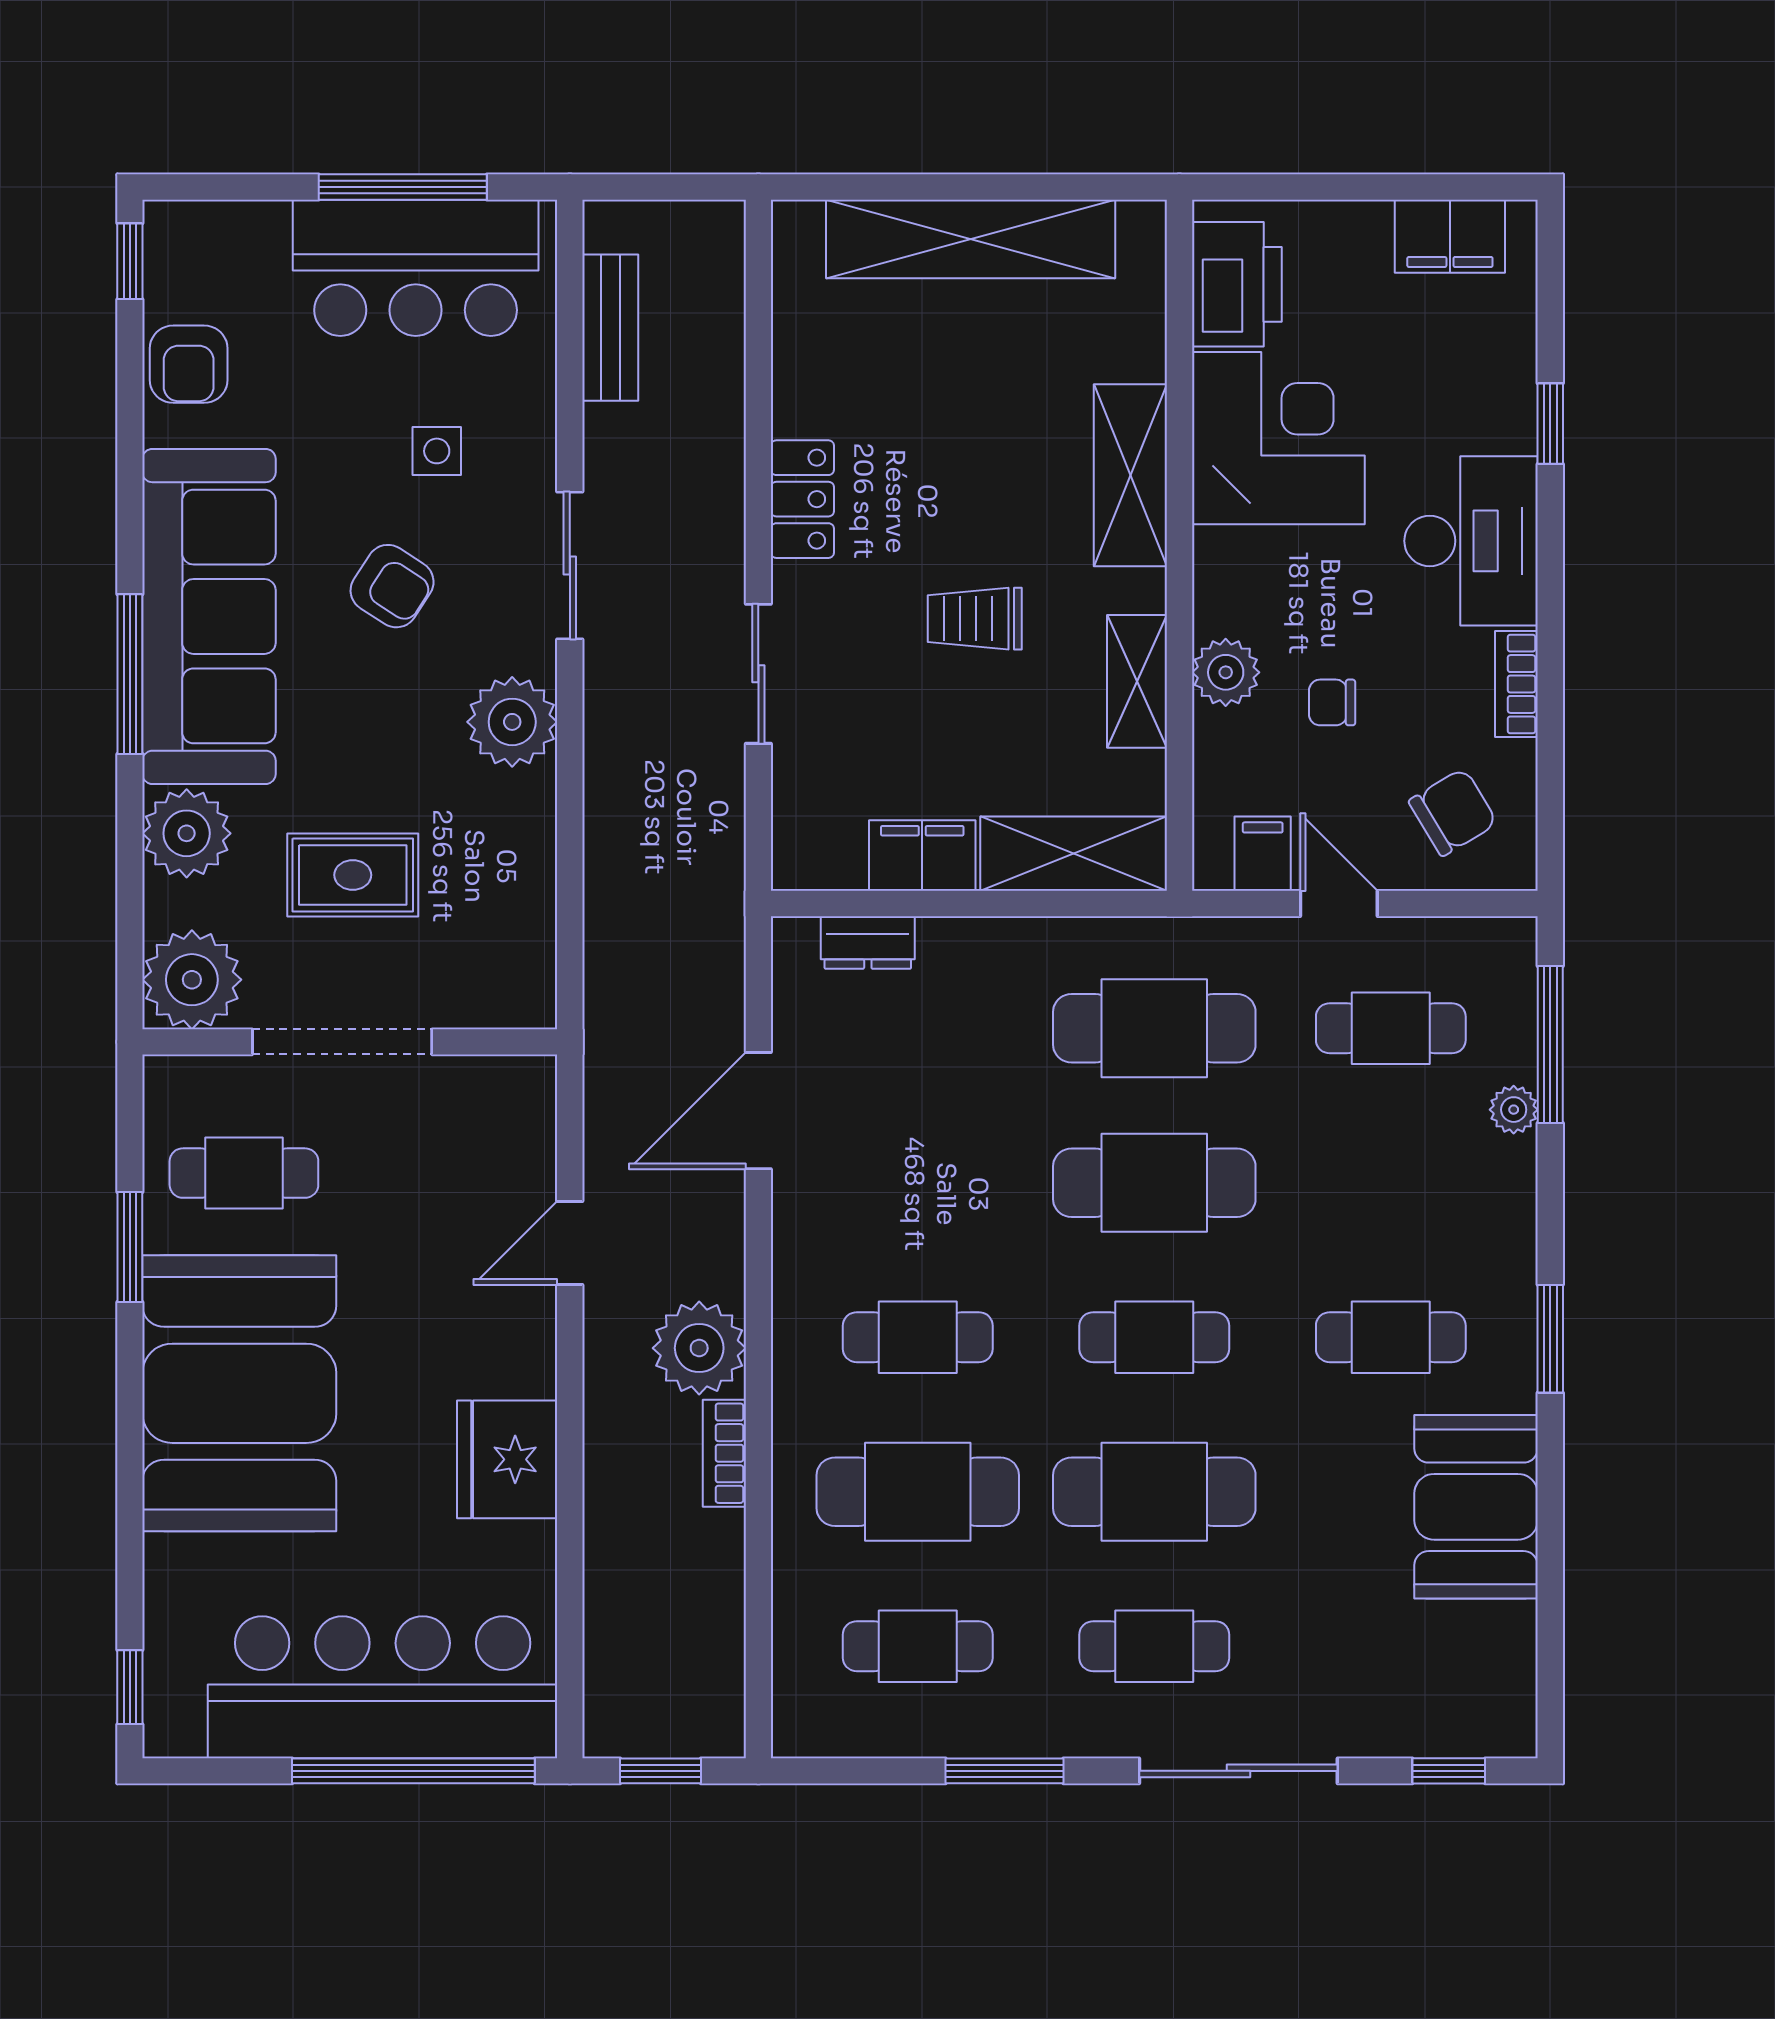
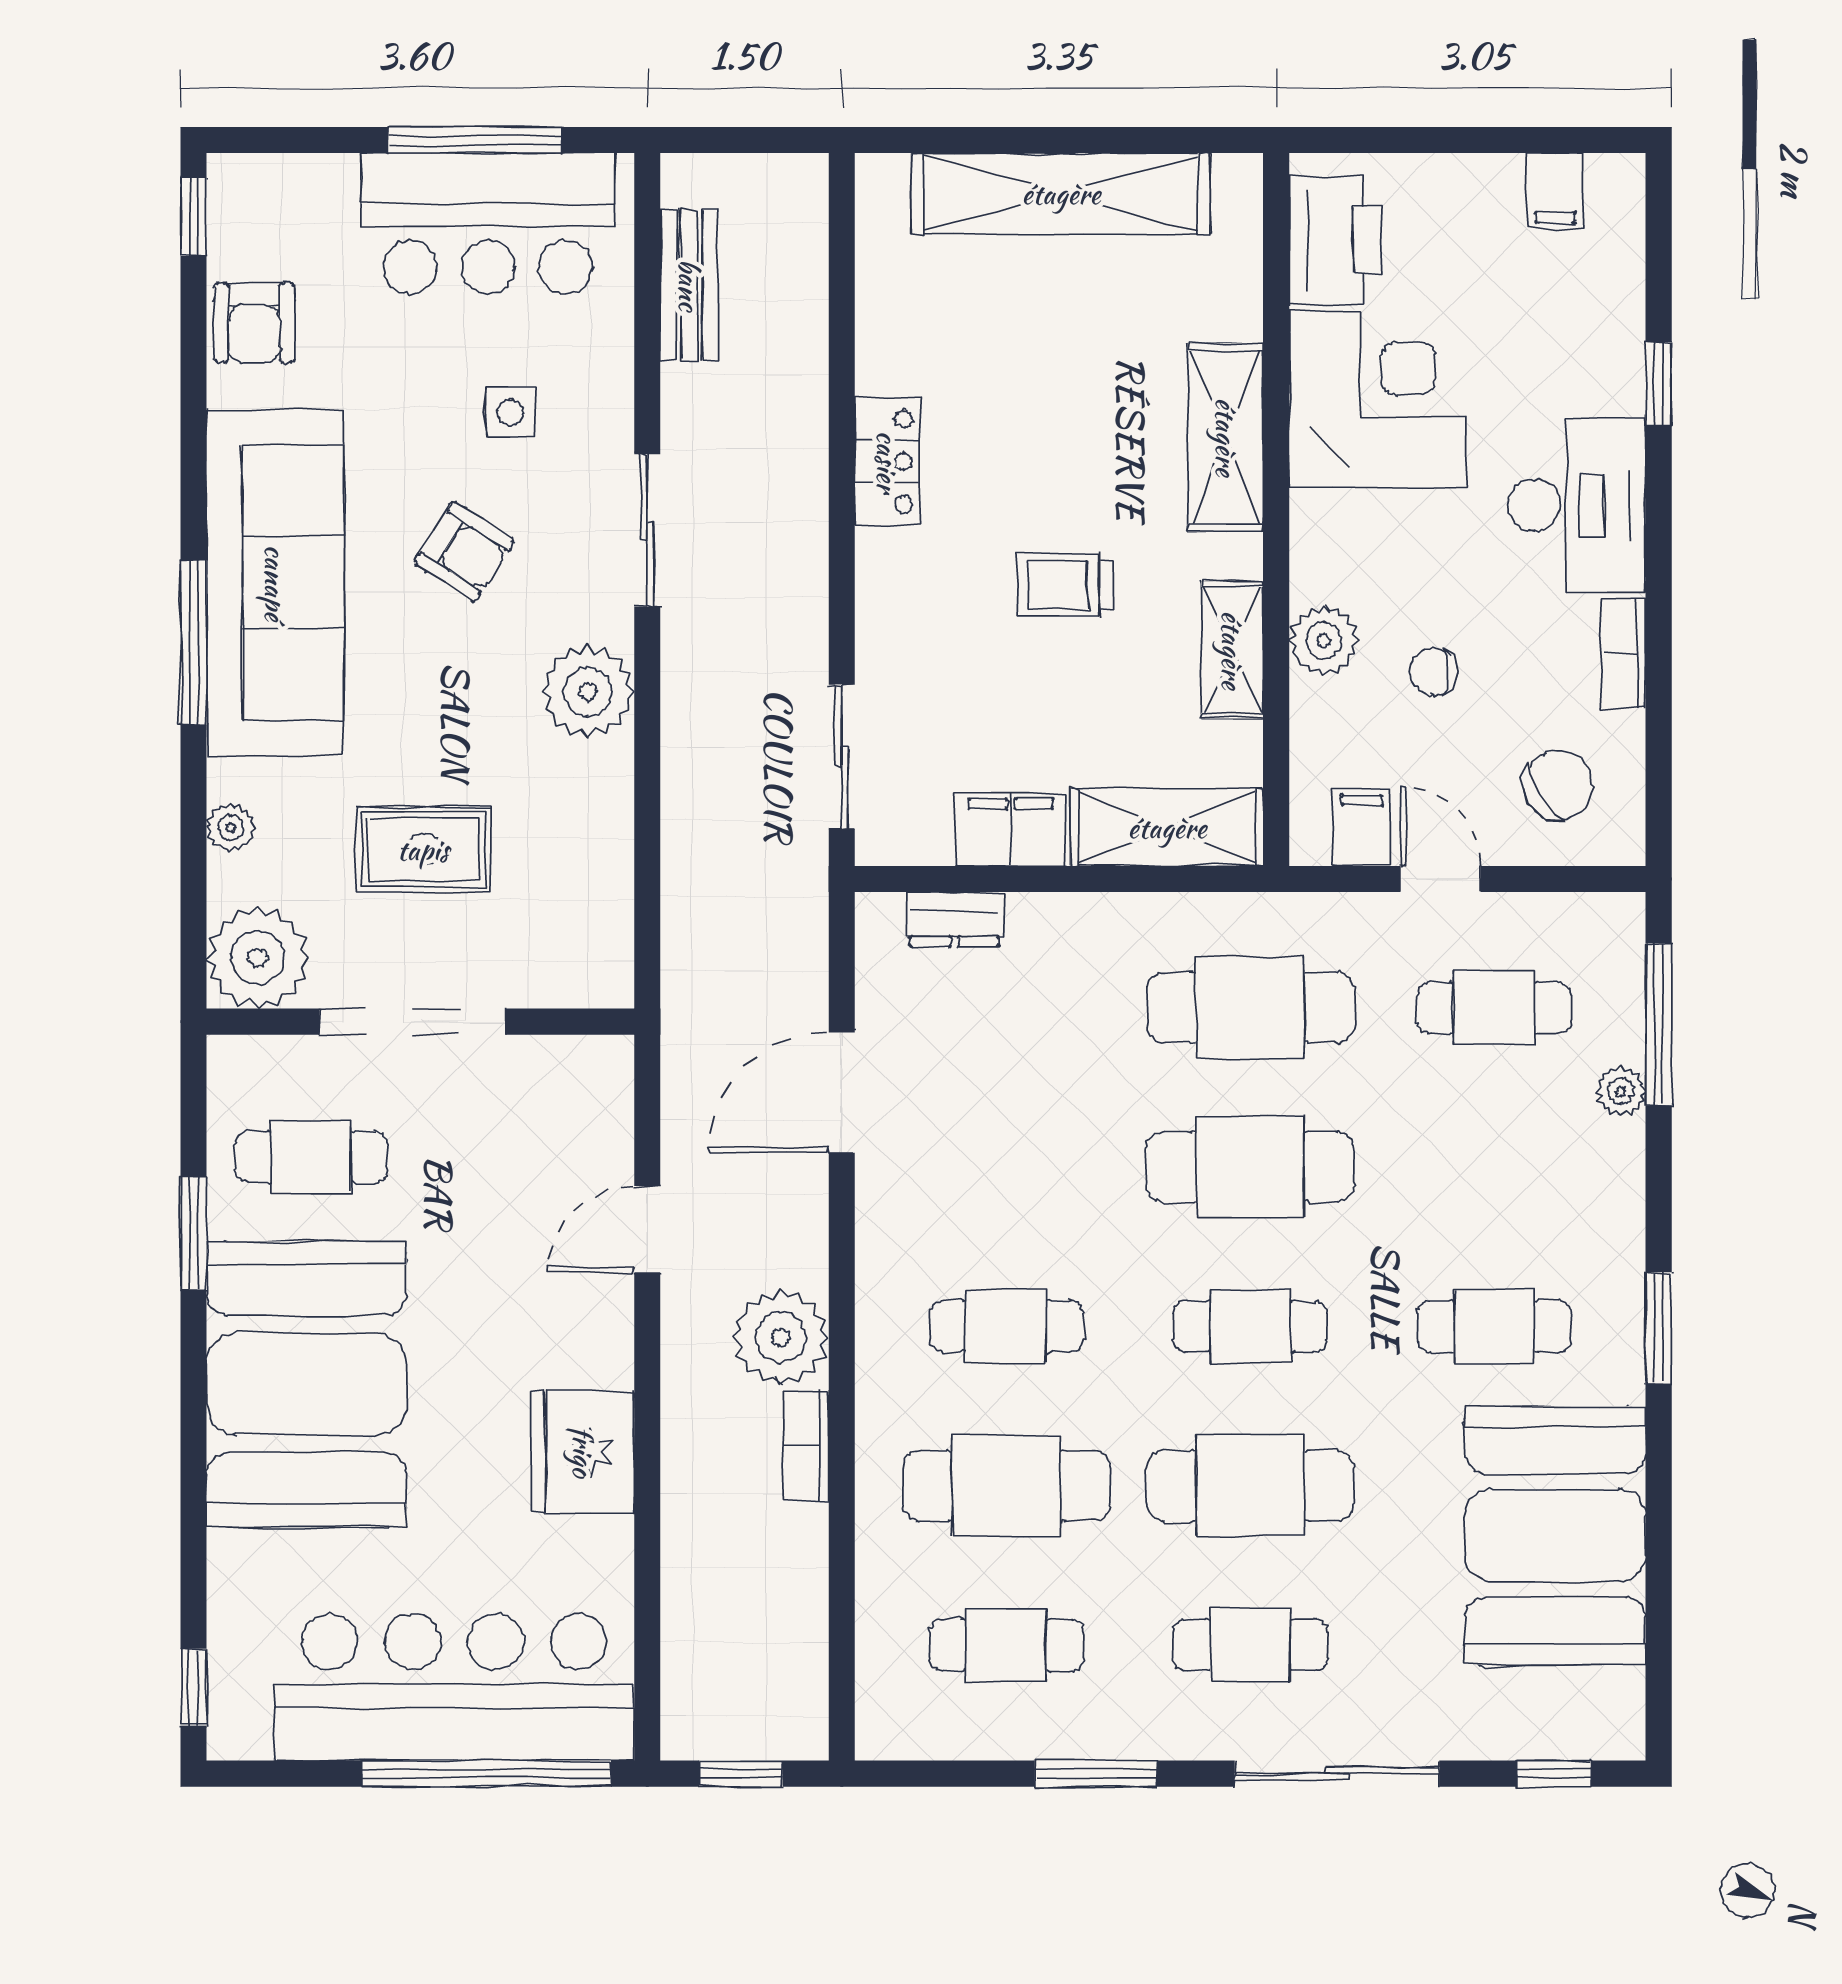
filing cabinet: (1450, 236) -> (1555, 191), width x0.50
sliding door: (758, 674) -> (842, 757), moved
plant: (187, 833) -> (231, 828), width x0.53, depth x0.53
booth: (1476, 1507) -> (1555, 1535), width x1.36, depth x1.42

